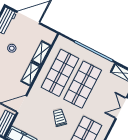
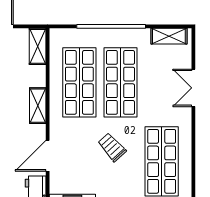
shelving: (41, 53) -> (38, 46), moved

